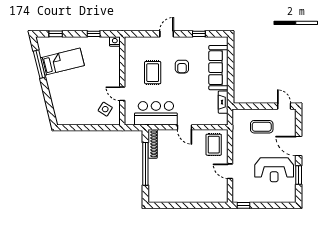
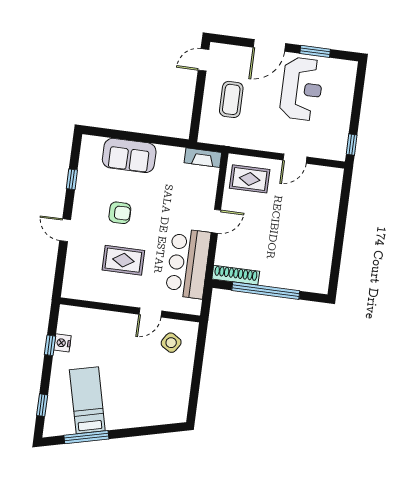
nightstand: (115, 41) -> (62, 343), moved
sofa: (218, 68) -> (129, 155), width x0.73
fireplace: (223, 102) -> (203, 158), moved

